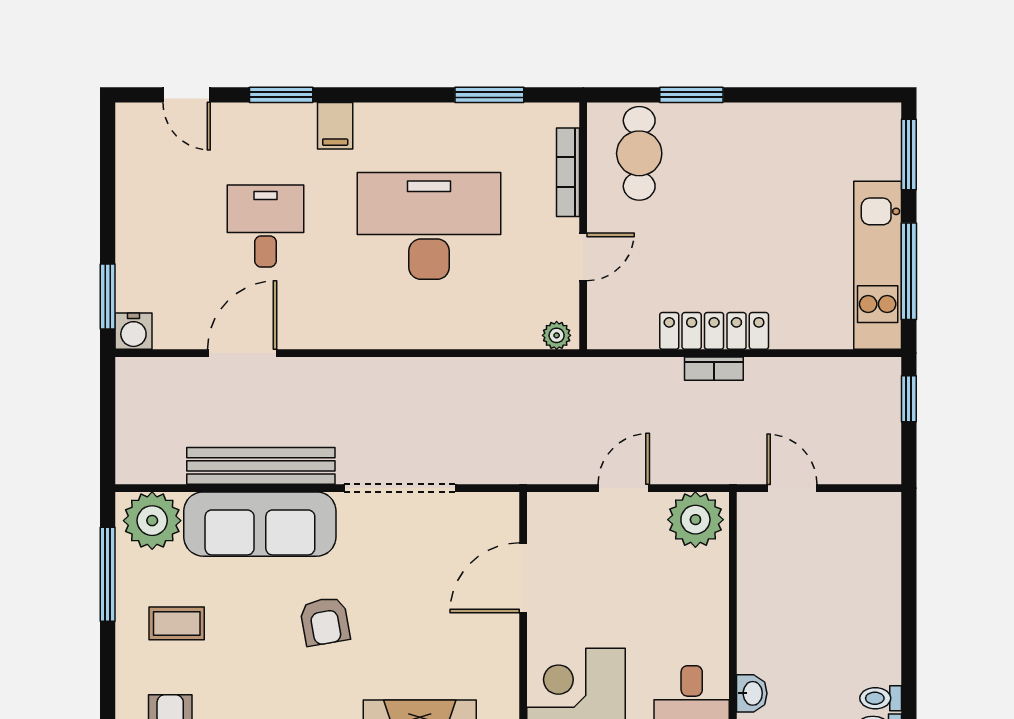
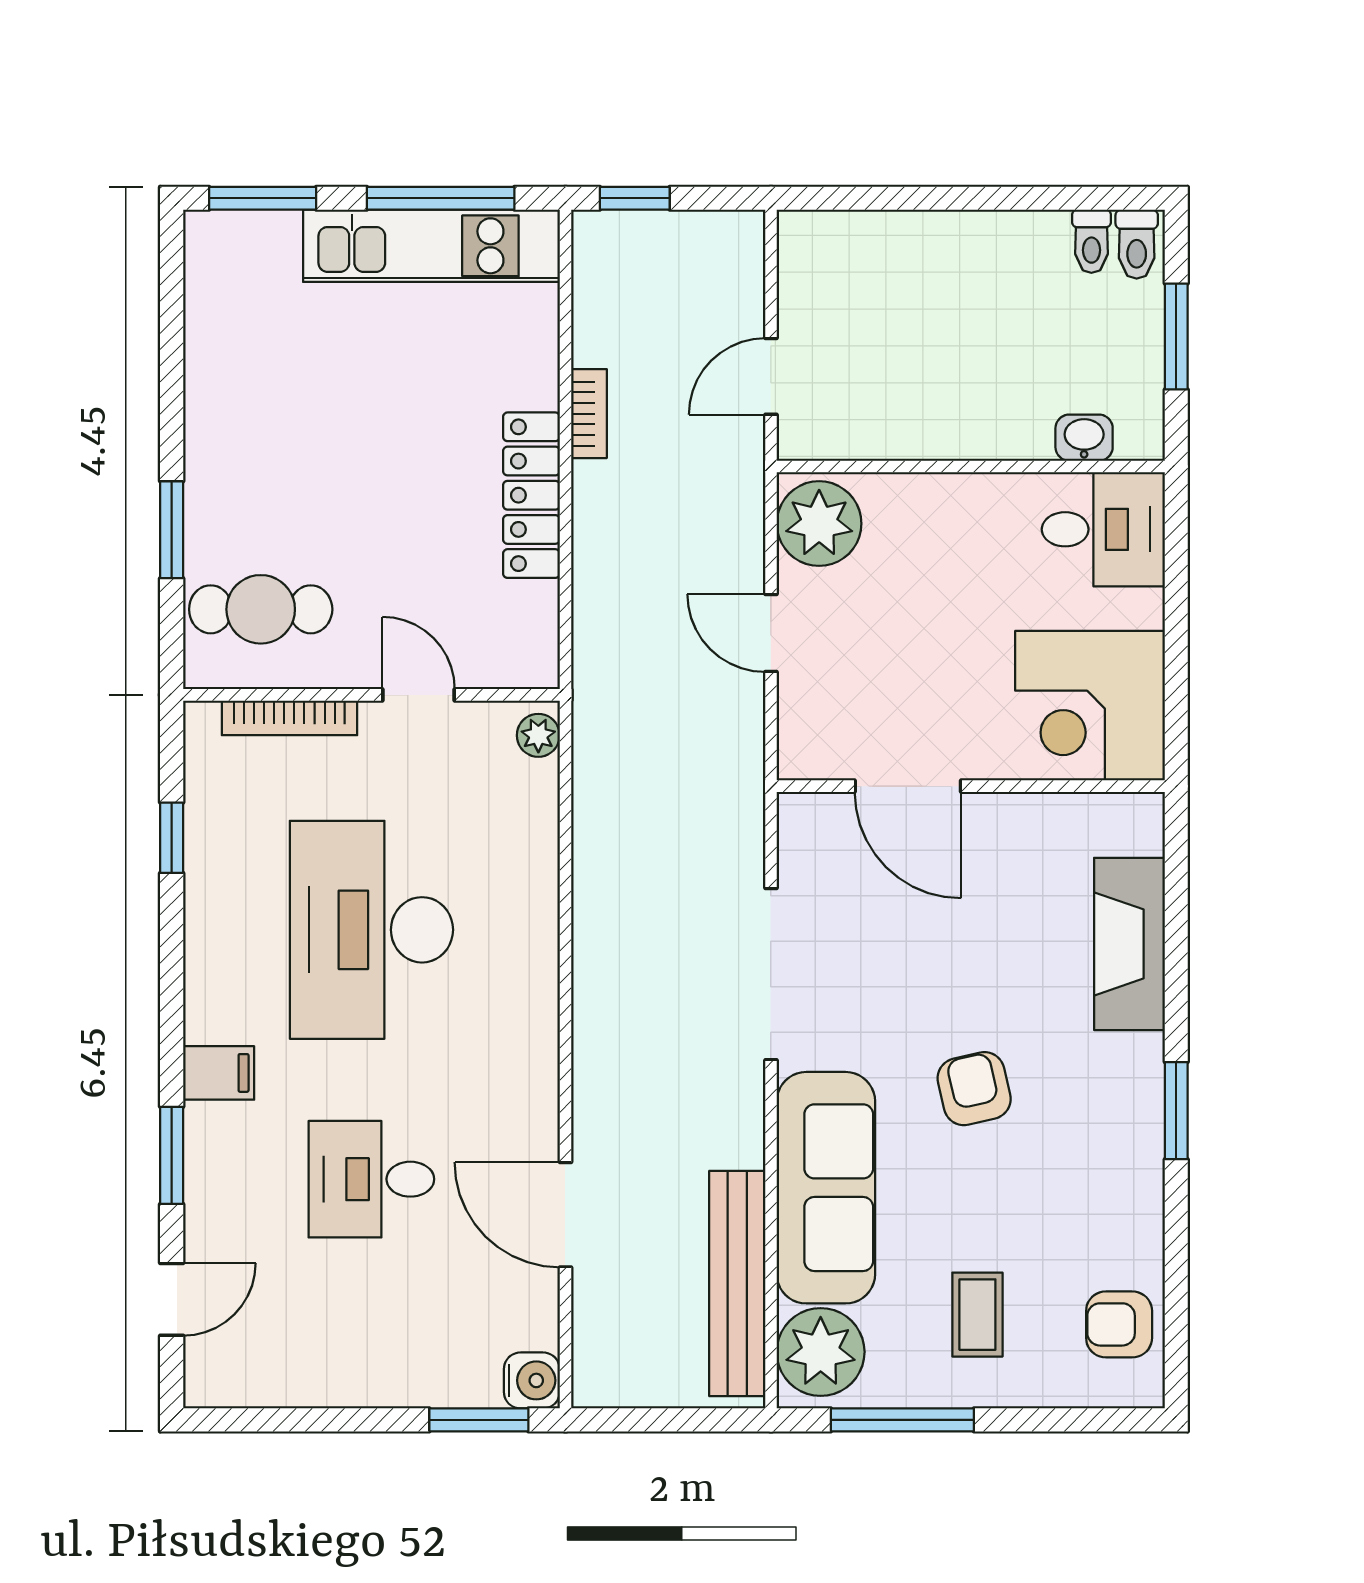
window: (489, 95) -> (172, 838), width x0.67
bookcase: (714, 369) -> (589, 414), moved
bench: (261, 466) -> (737, 1283), moved
armchair: (325, 621) -> (974, 1089), turned -93

